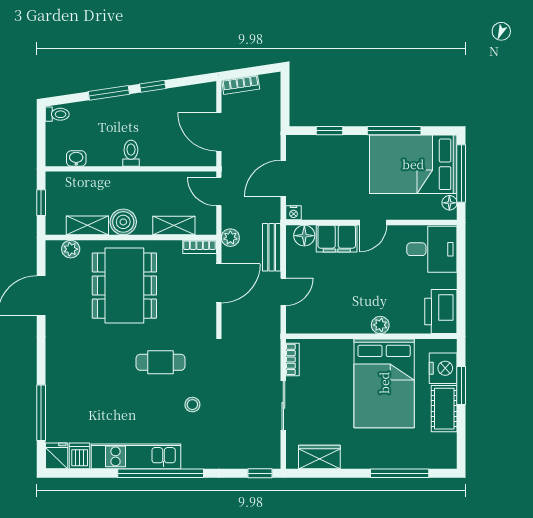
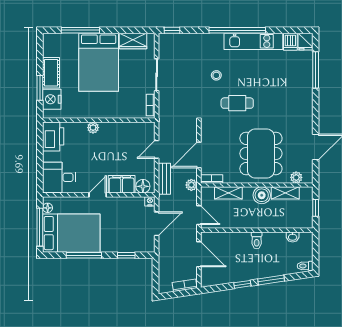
bed: (384, 383) -> (99, 62), moved, turned 180

